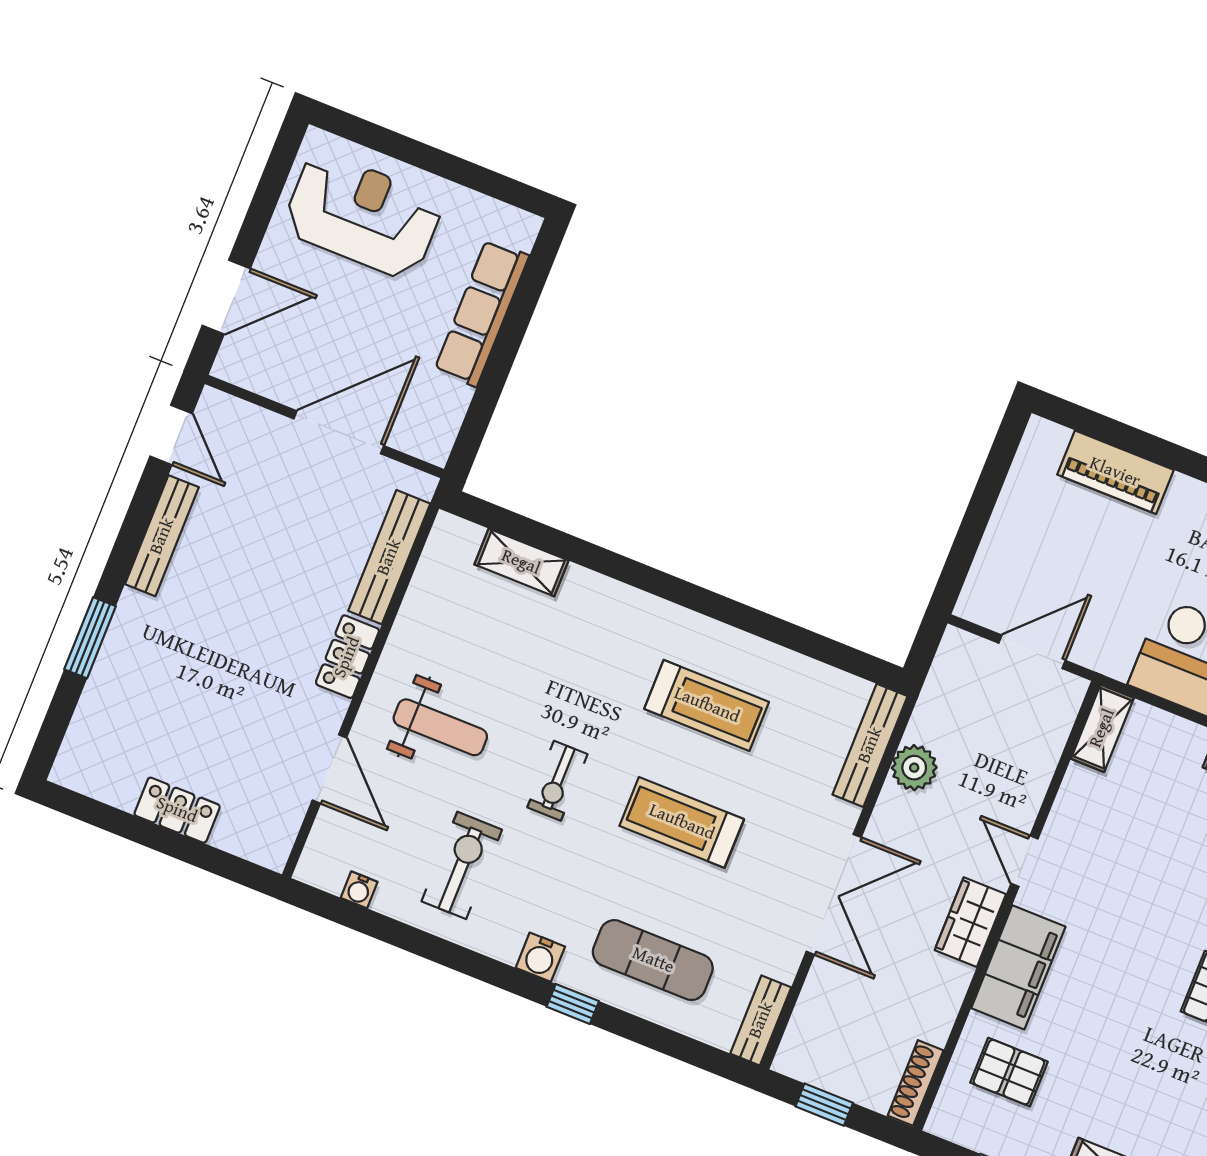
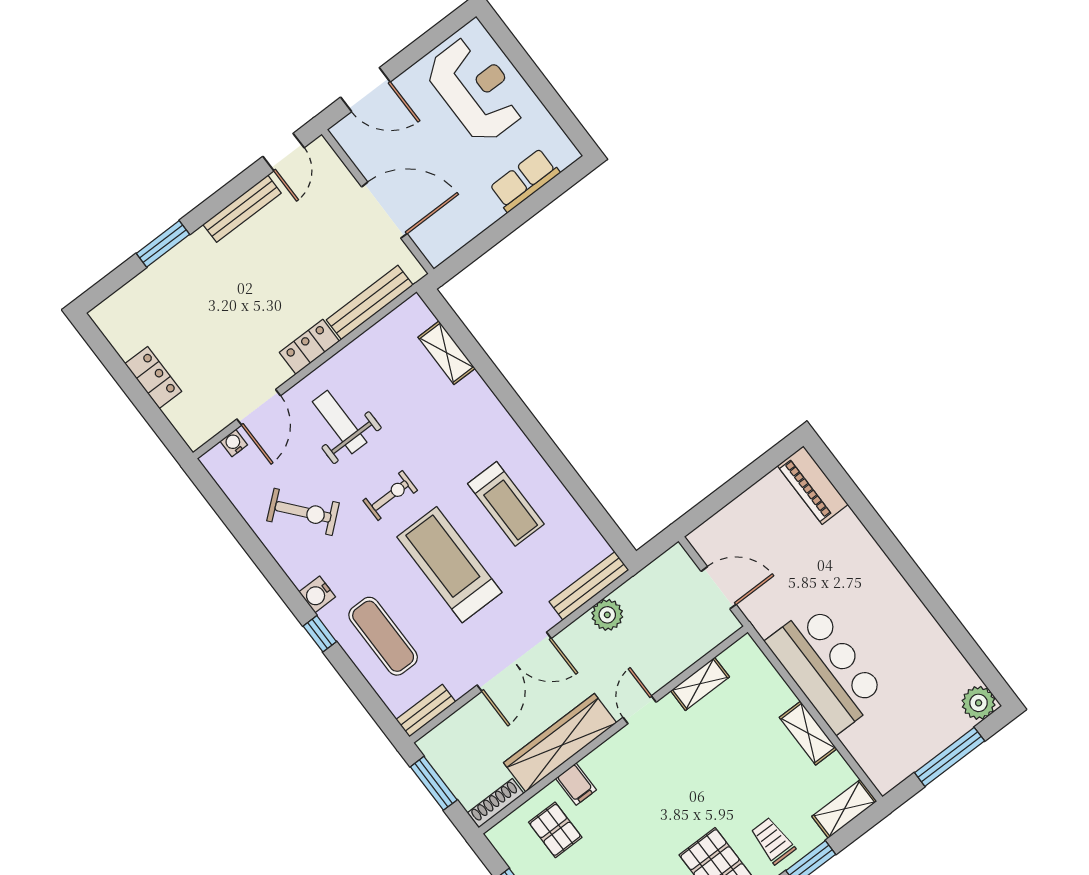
row of seats: (482, 313) -> (525, 180), width x0.68
piano: (1115, 472) -> (813, 485), moved
weight bench: (440, 727) -> (340, 422), turned 180
shelving: (1102, 728) -> (700, 684), moved
exercise bike: (557, 781) -> (390, 496), turned 180
treadmill: (682, 822) -> (449, 565), width x1.37, depth x1.37
exercise bike: (462, 865) -> (303, 512), turned 50
water cooler: (359, 890) -> (234, 443), moved, turned 90
wardrobe: (970, 922) -> (560, 743), width x2.10, depth x1.17
filing cabinet: (1018, 967) -> (576, 784), width x0.33, depth x0.86
window: (824, 1105) -> (434, 783), width x1.50

